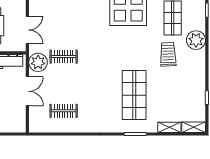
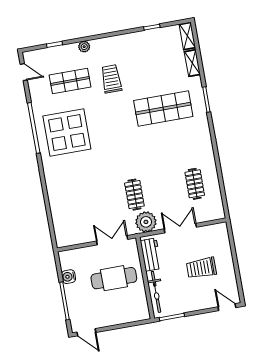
plant: (196, 40) -> (84, 47), width x0.53, depth x0.53
trolley: (168, 54) -> (111, 79), turned 92

